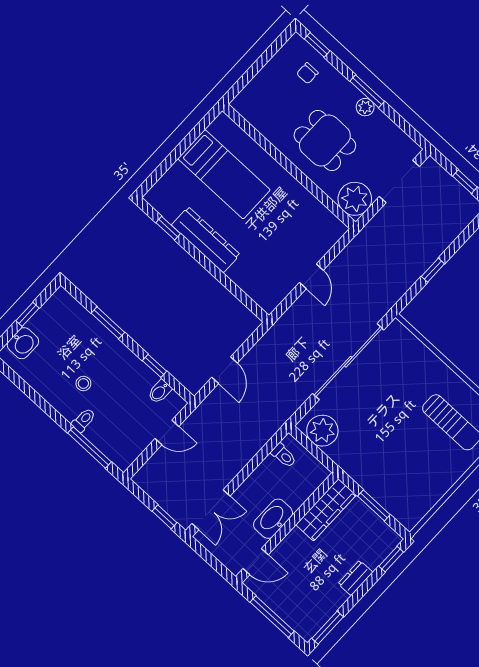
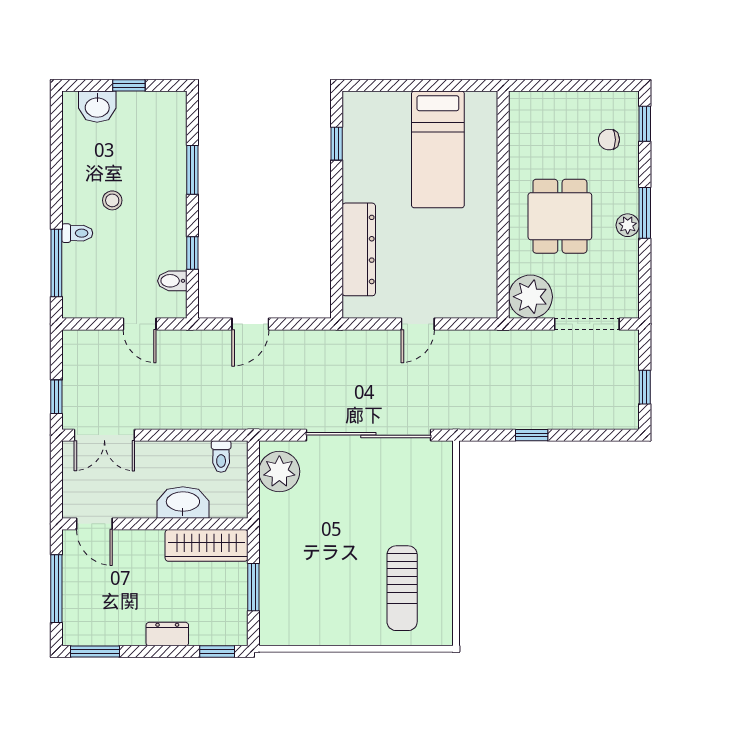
dresser: (206, 240) -> (359, 249), moved
washbasin: (273, 519) -> (183, 502), moved

